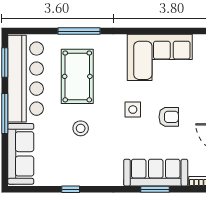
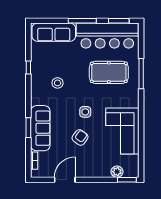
armchair: (169, 117) -> (80, 137), turned -144
stool: (81, 128) -> (58, 83), moved

